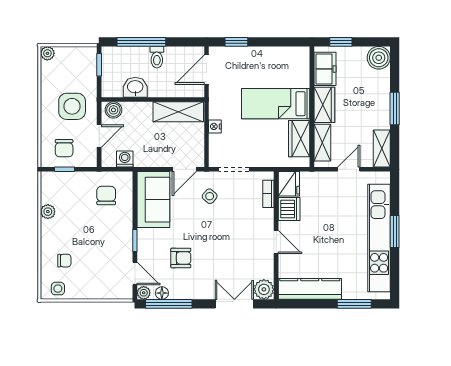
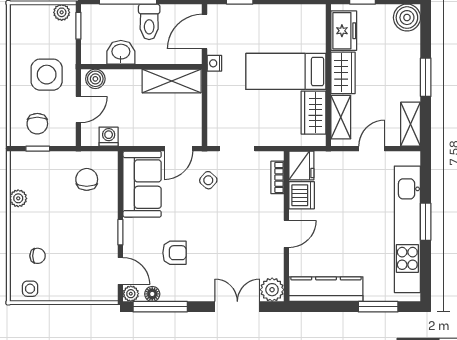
plant: (47, 53) -> (62, 12), moved
toilet: (157, 57) -> (149, 22), width x1.37, depth x1.39
nightstand: (215, 126) -> (214, 63), moved
door: (276, 242) -> (286, 234), hinge flipped

